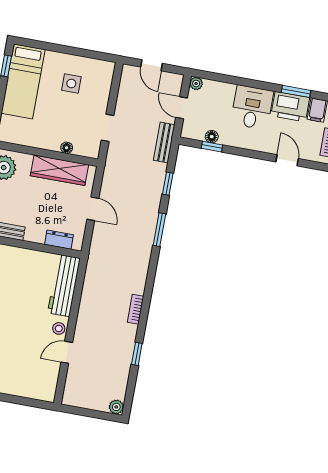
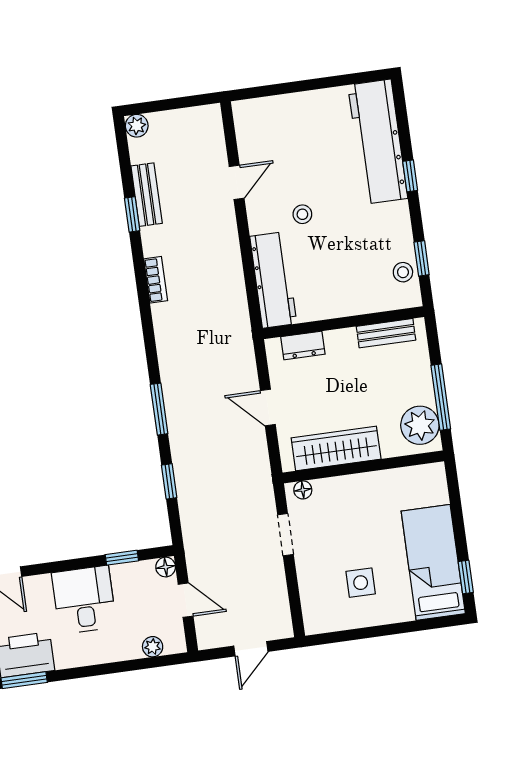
door: (151, 65) -> (251, 649), swing flipped
plant: (196, 83) -> (153, 647), moved
desk: (252, 107) -> (84, 600), moved, turned 180
floor lamp: (212, 137) -> (166, 567), moved
bench: (164, 142) -> (147, 195), moved
floor lamp: (67, 148) -> (303, 490), moved
stool: (59, 328) -> (302, 214), moved

